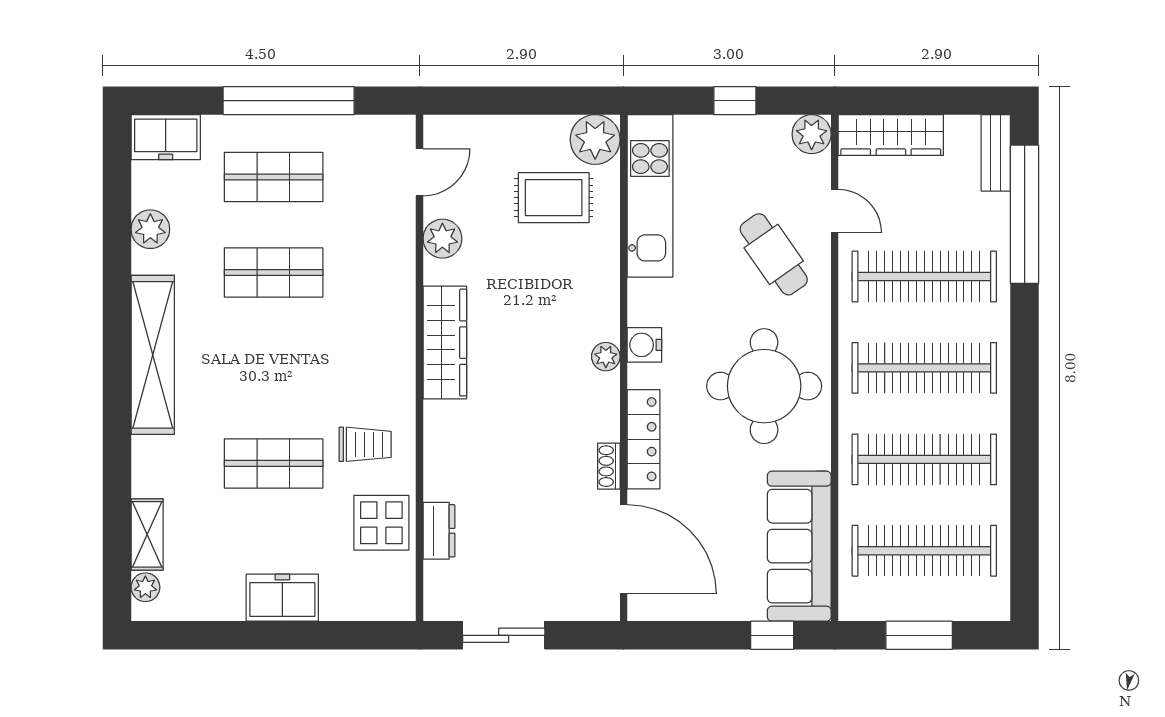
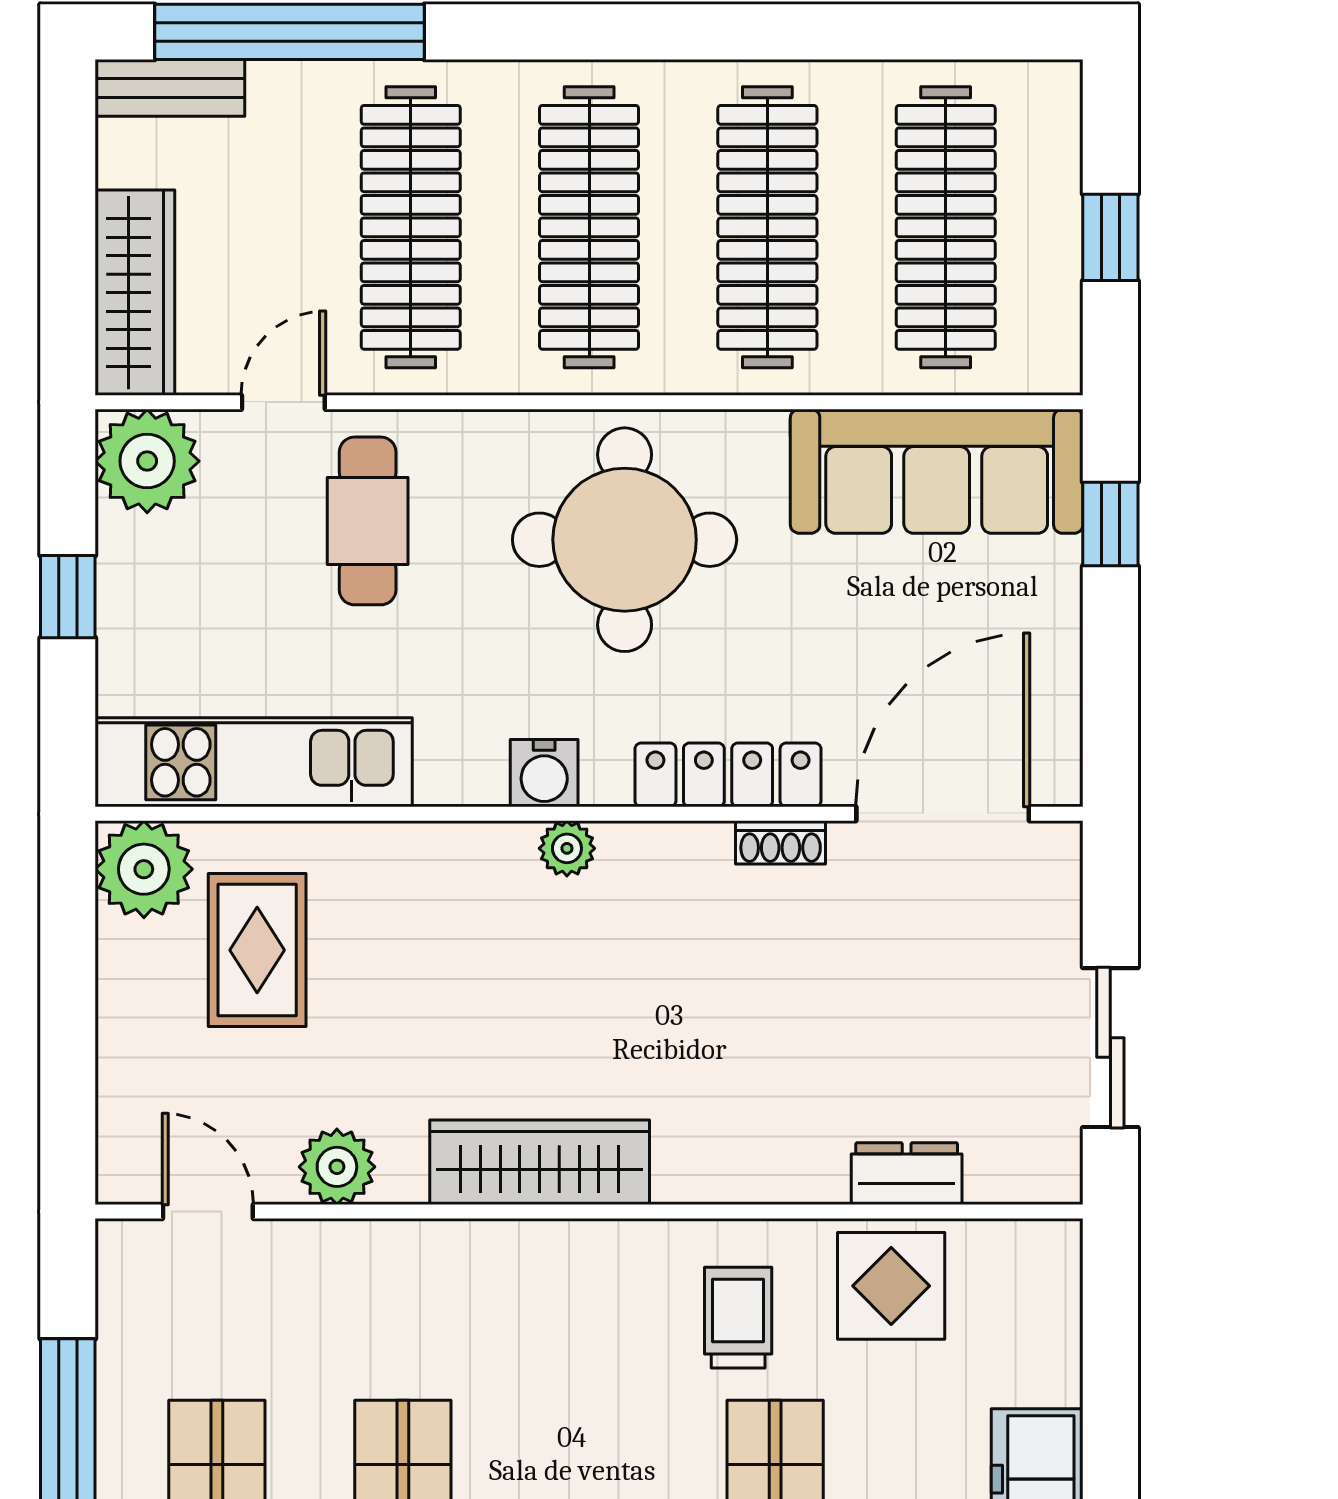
plant: (812, 134) -> (147, 461), width x1.36, depth x1.36
cafe table: (774, 254) -> (368, 521), turned -55
window: (919, 635) -> (1110, 237), width x0.67

